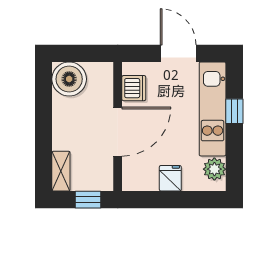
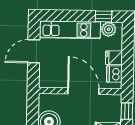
dishwasher: (134, 88) -> (114, 74), moved, turned -90
window: (234, 111) -> (103, 16), moved

